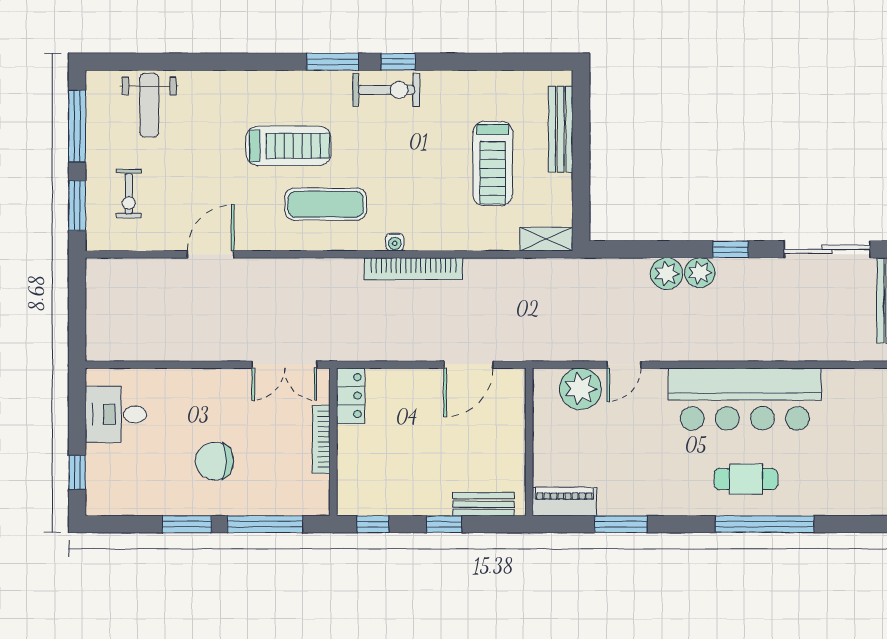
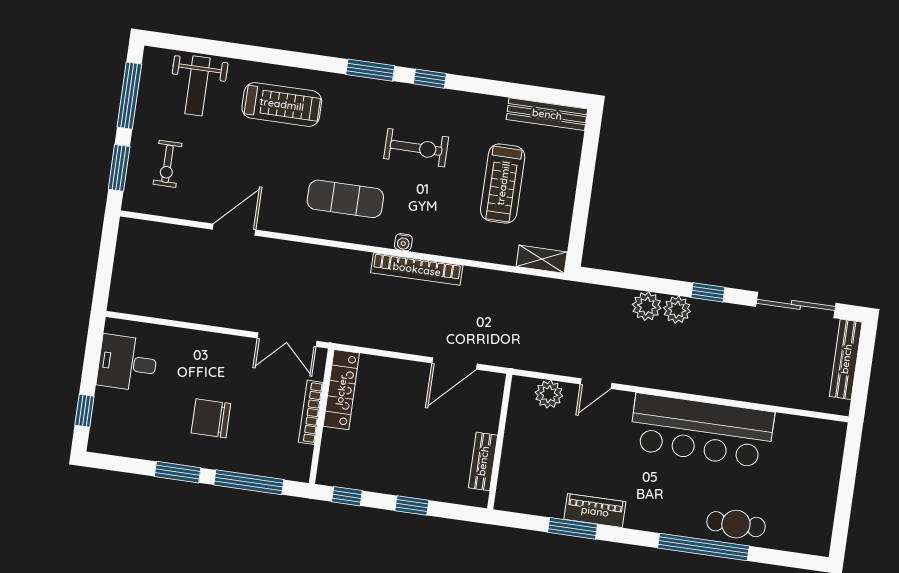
exercise bike: (386, 90) -> (416, 148), moved
bench: (561, 129) -> (547, 114), moved, turned 90
treadmill: (288, 146) -> (282, 104), moved
plant: (580, 389) -> (549, 394), width x0.73, depth x0.73
locker: (351, 396) -> (341, 390), width x1.53
cafe table: (746, 479) -> (736, 524), moved
piano: (564, 502) -> (595, 511), moved
bench: (483, 504) -> (483, 461), moved, turned 90

